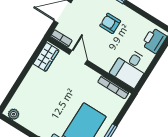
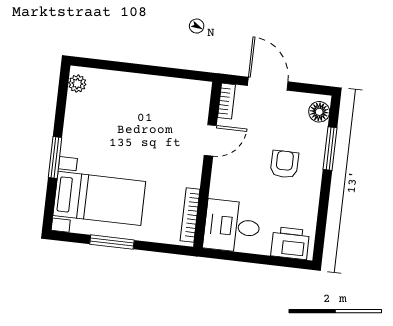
wardrobe: (46, 57) -> (187, 92), removed

